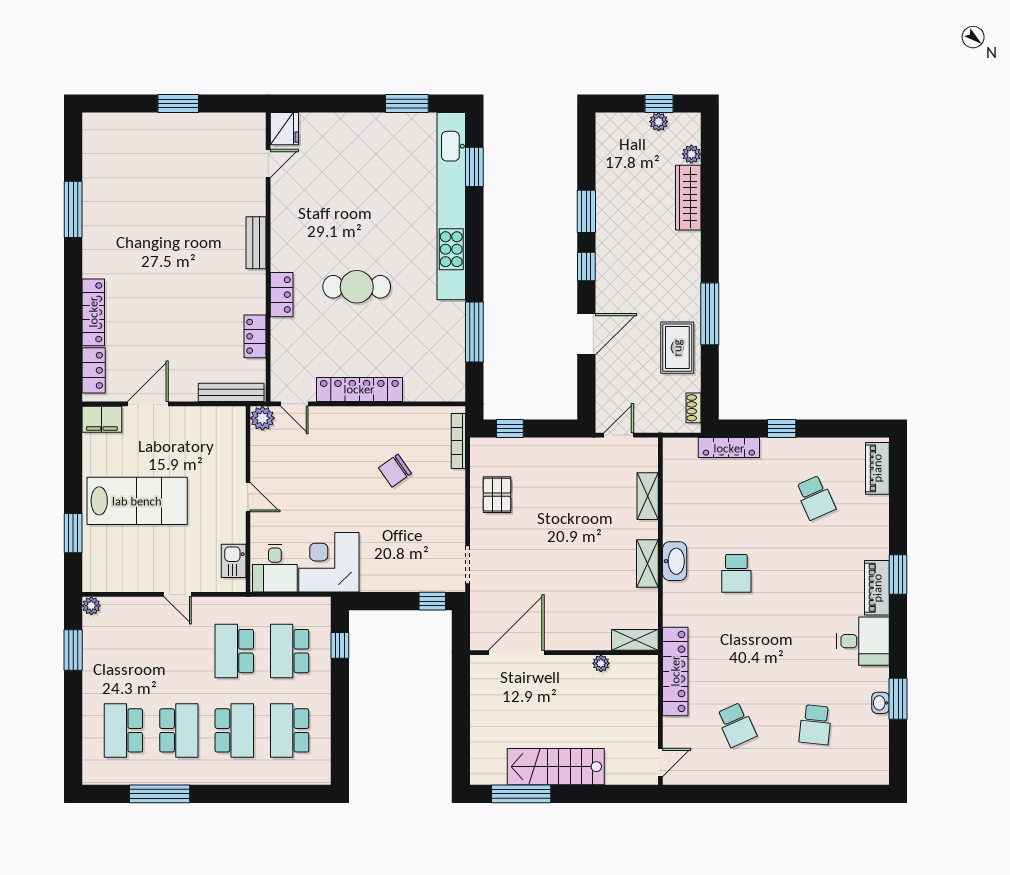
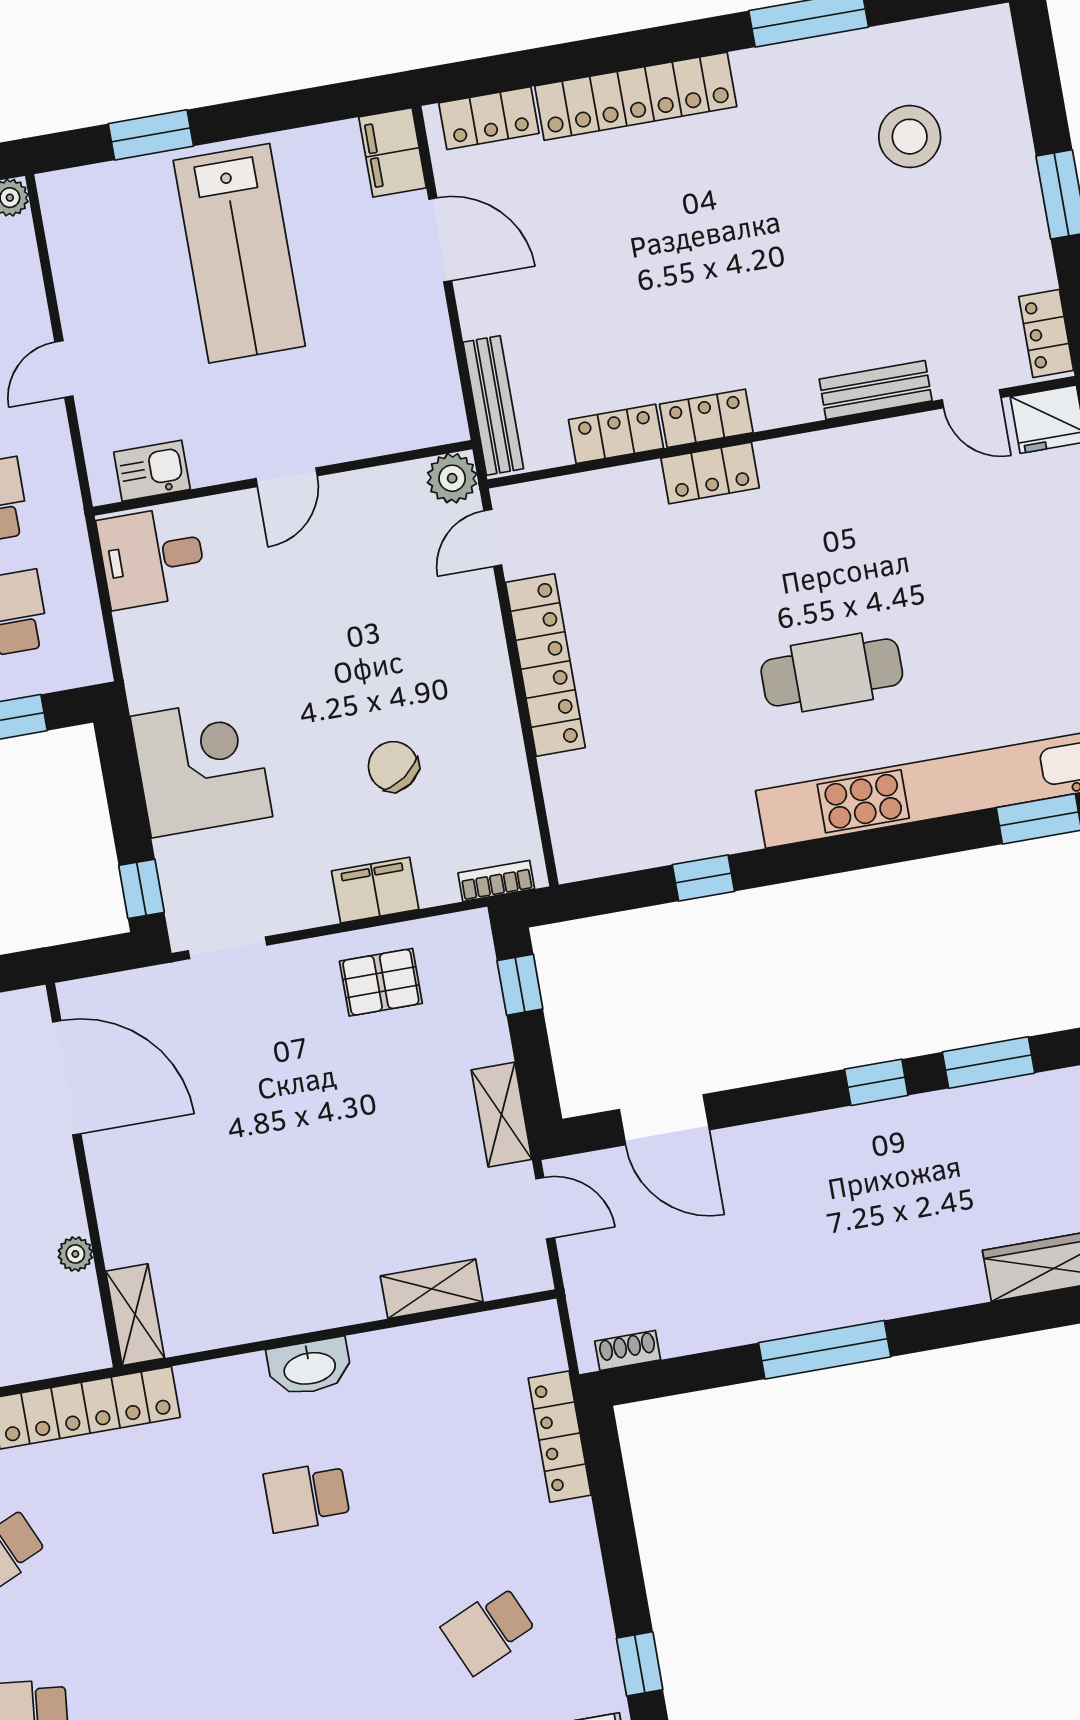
locker: (243, 123) -> (1046, 334), added
stool: (138, 171) -> (910, 137), added
bench: (256, 243) -> (876, 390), moved
cafe table: (357, 287) -> (832, 672), moved, turned 90
locker: (255, 292) -> (706, 418), added
locker: (93, 312) -> (636, 96), width x1.41, depth x1.21
window: (474, 332) -> (703, 878), width x0.46
door: (586, 334) -> (664, 1120), moved
rug: (677, 348) -> (744, 1296), removed
window: (782, 428) -> (640, 1664), moved
bookcase: (458, 441) -> (496, 881), width x0.64
filing cabinet: (453, 490) -> (375, 890), added
corner desk: (329, 562) -> (201, 767), moved
shelving: (647, 564) -> (501, 1115), moved, turned 90

